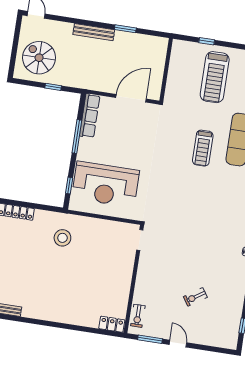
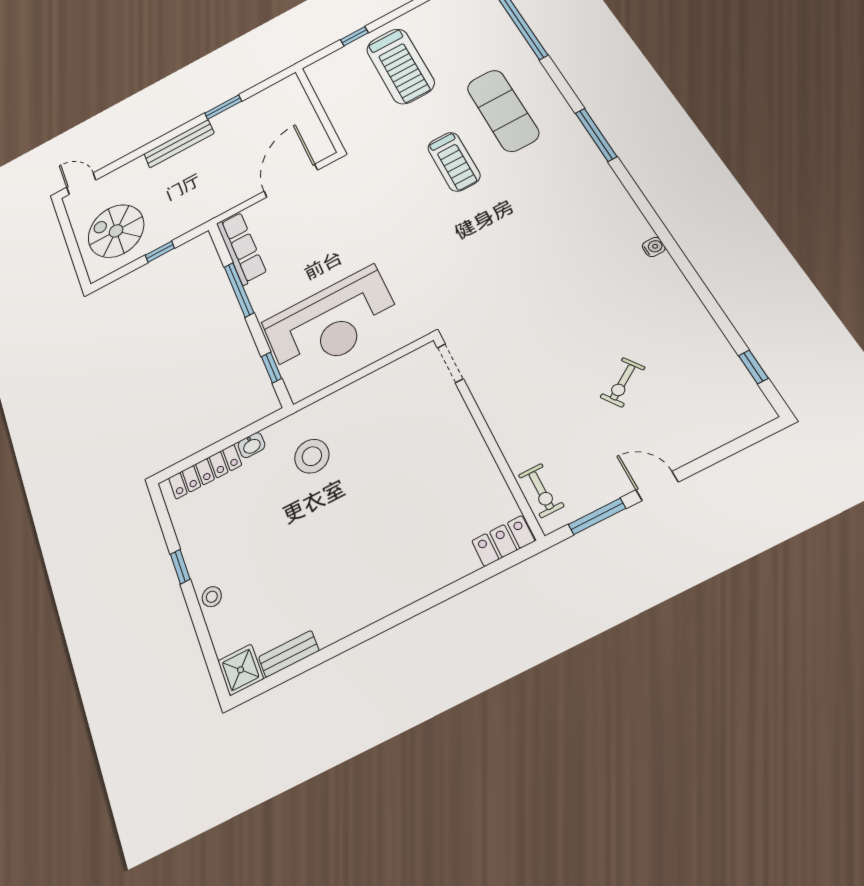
washbasin: (41, 215) -> (251, 445), added

